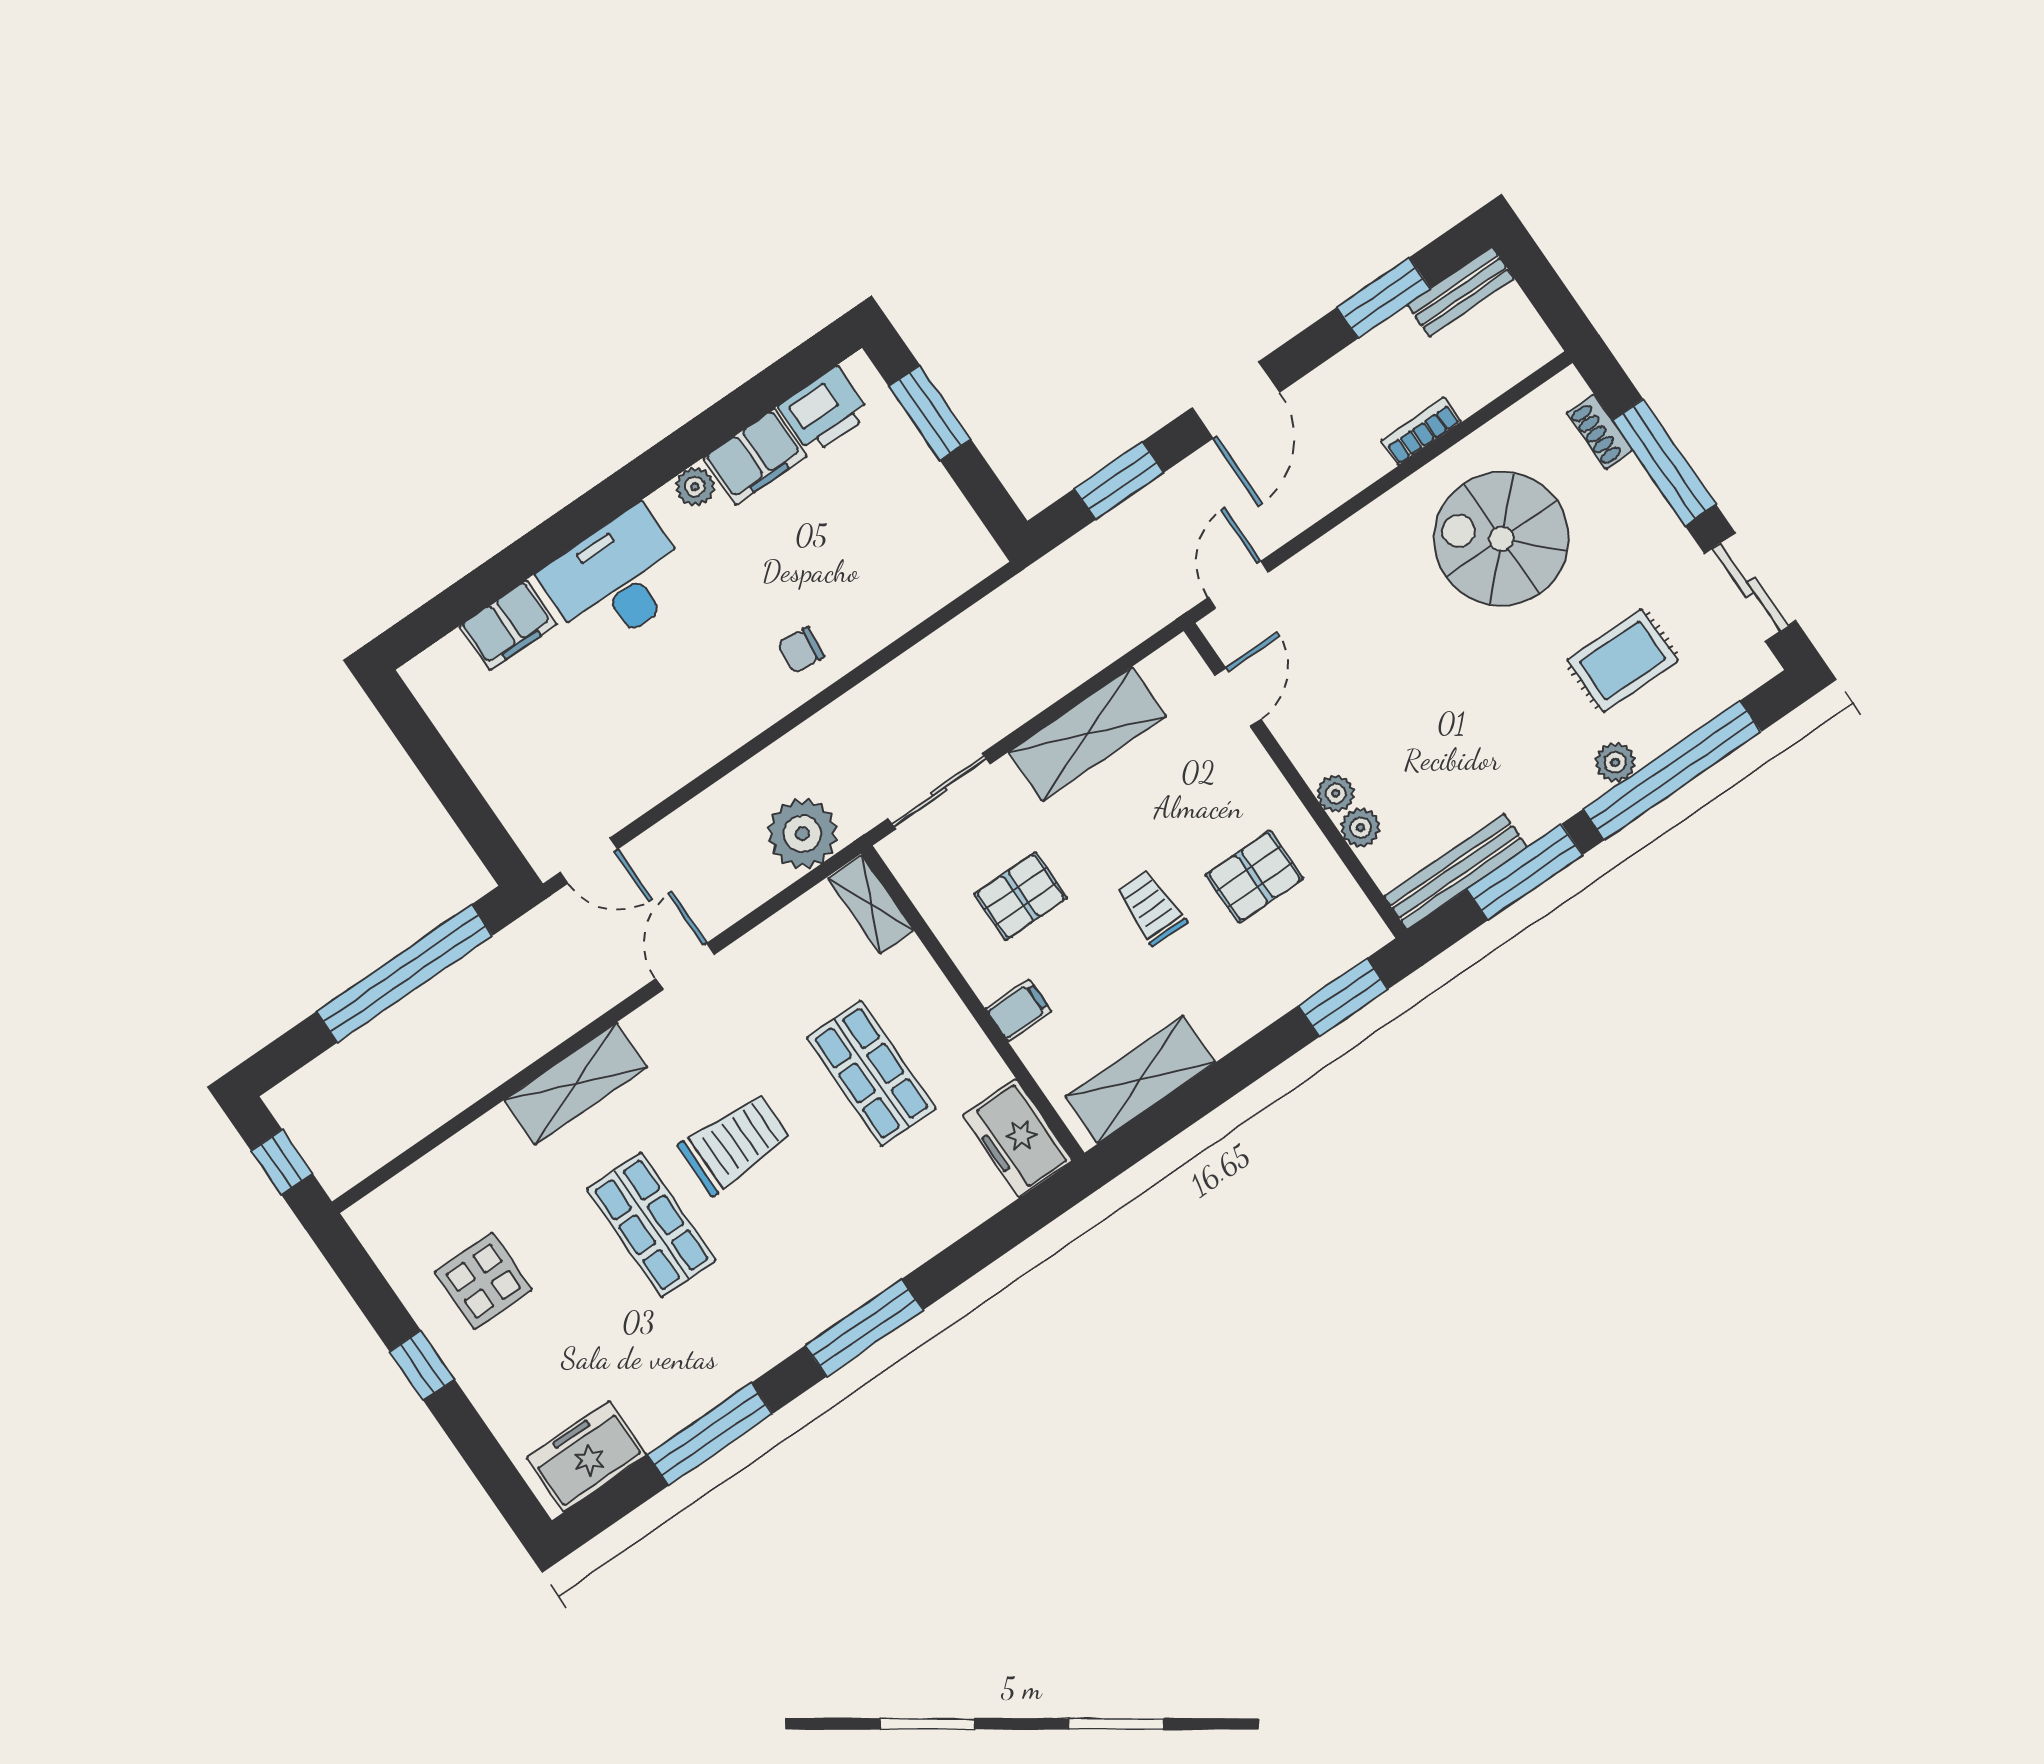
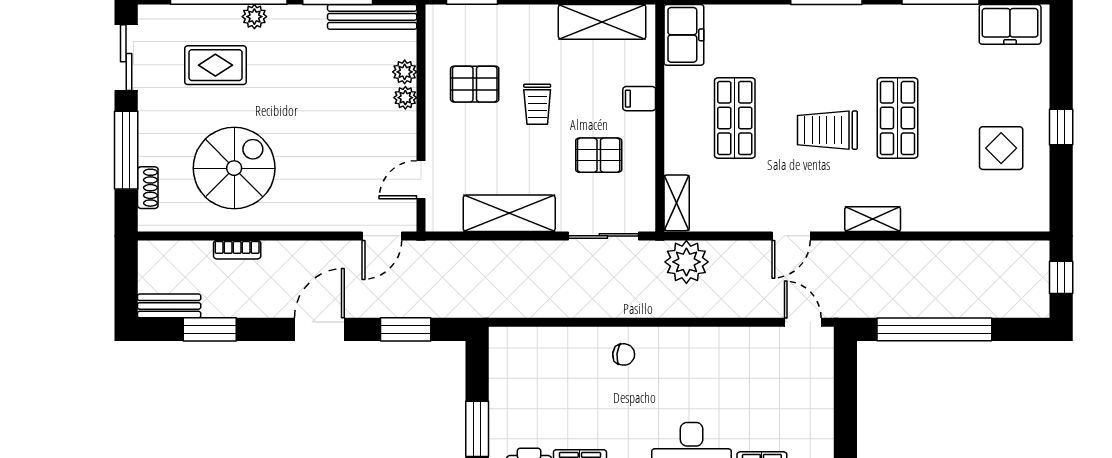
spiral stairs: (1501, 539) -> (234, 168), turned -90
shelving: (576, 1084) -> (873, 219), width x0.67, depth x0.75

